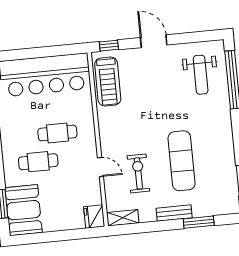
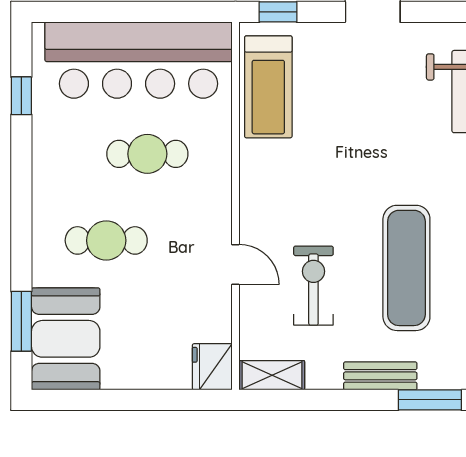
cafe table: (57, 133) -> (147, 154), moved

